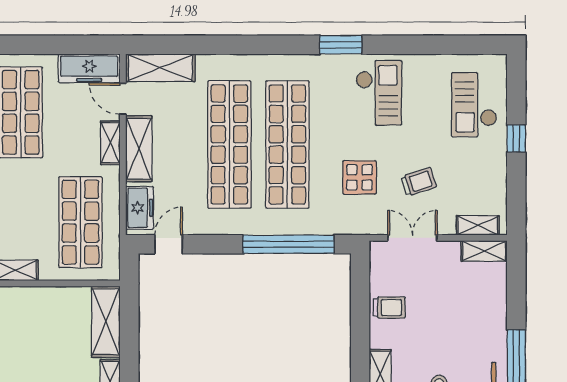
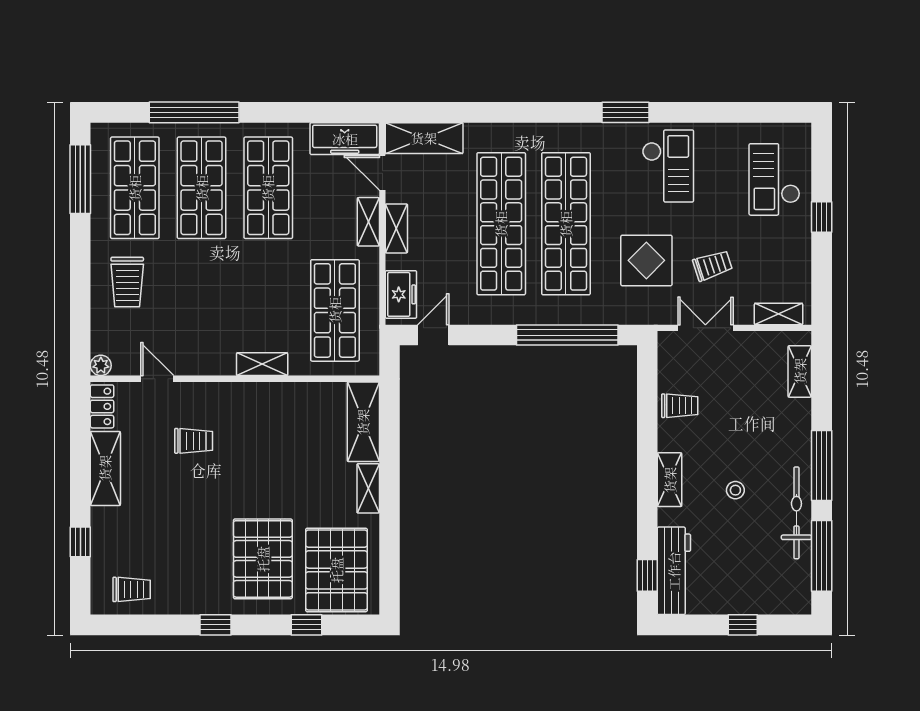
shelving: (139, 149) -> (396, 228), width x0.67, depth x0.75
display table: (359, 177) -> (646, 260), width x1.36, depth x1.36
shelving: (484, 251) -> (800, 371), moved, turned 90

